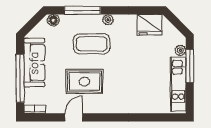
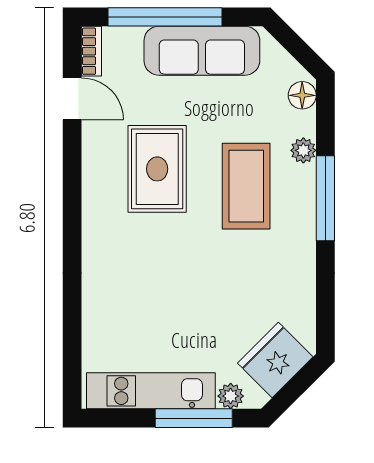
window: (82, 10) -> (325, 198), moved
plant: (108, 20) -> (303, 150), moved
fridge: (150, 25) -> (275, 360), moved, turned 45
door: (74, 117) -> (72, 99), moved

